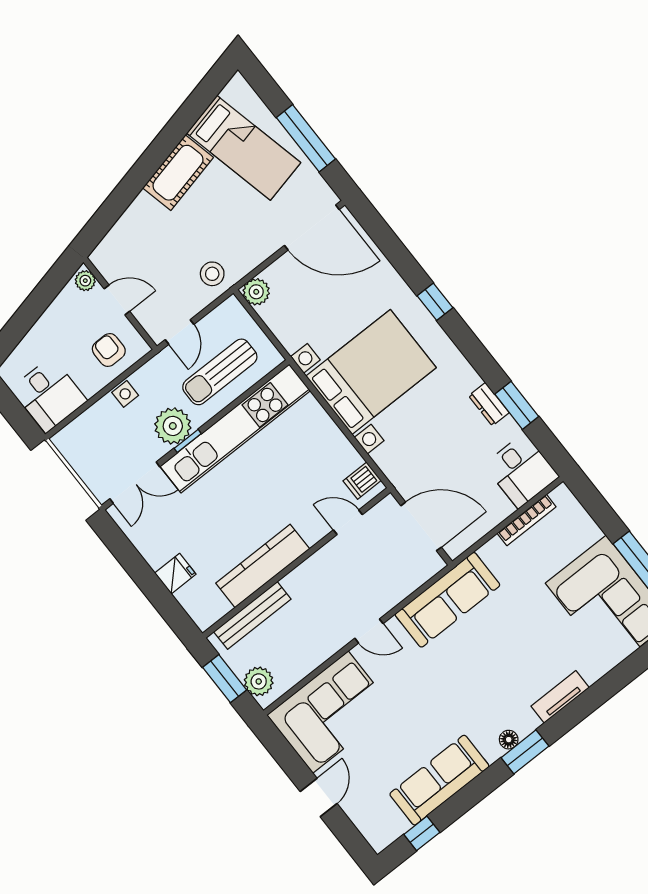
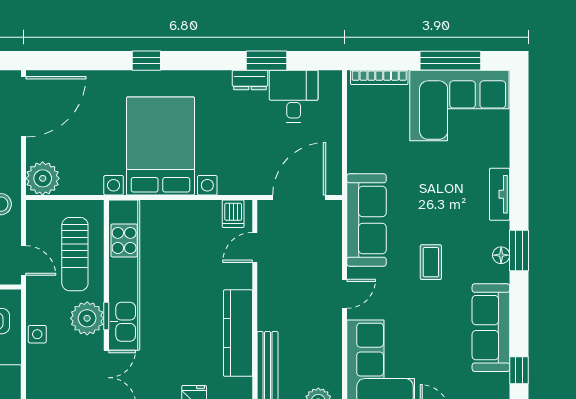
plant: (256, 292) -> (43, 178), width x1.36, depth x1.36
desk: (521, 471) -> (294, 96), moved, turned -90
bookcase: (527, 520) -> (379, 77), moved, turned 90
coffee table: (455, 684) -> (431, 262), added

